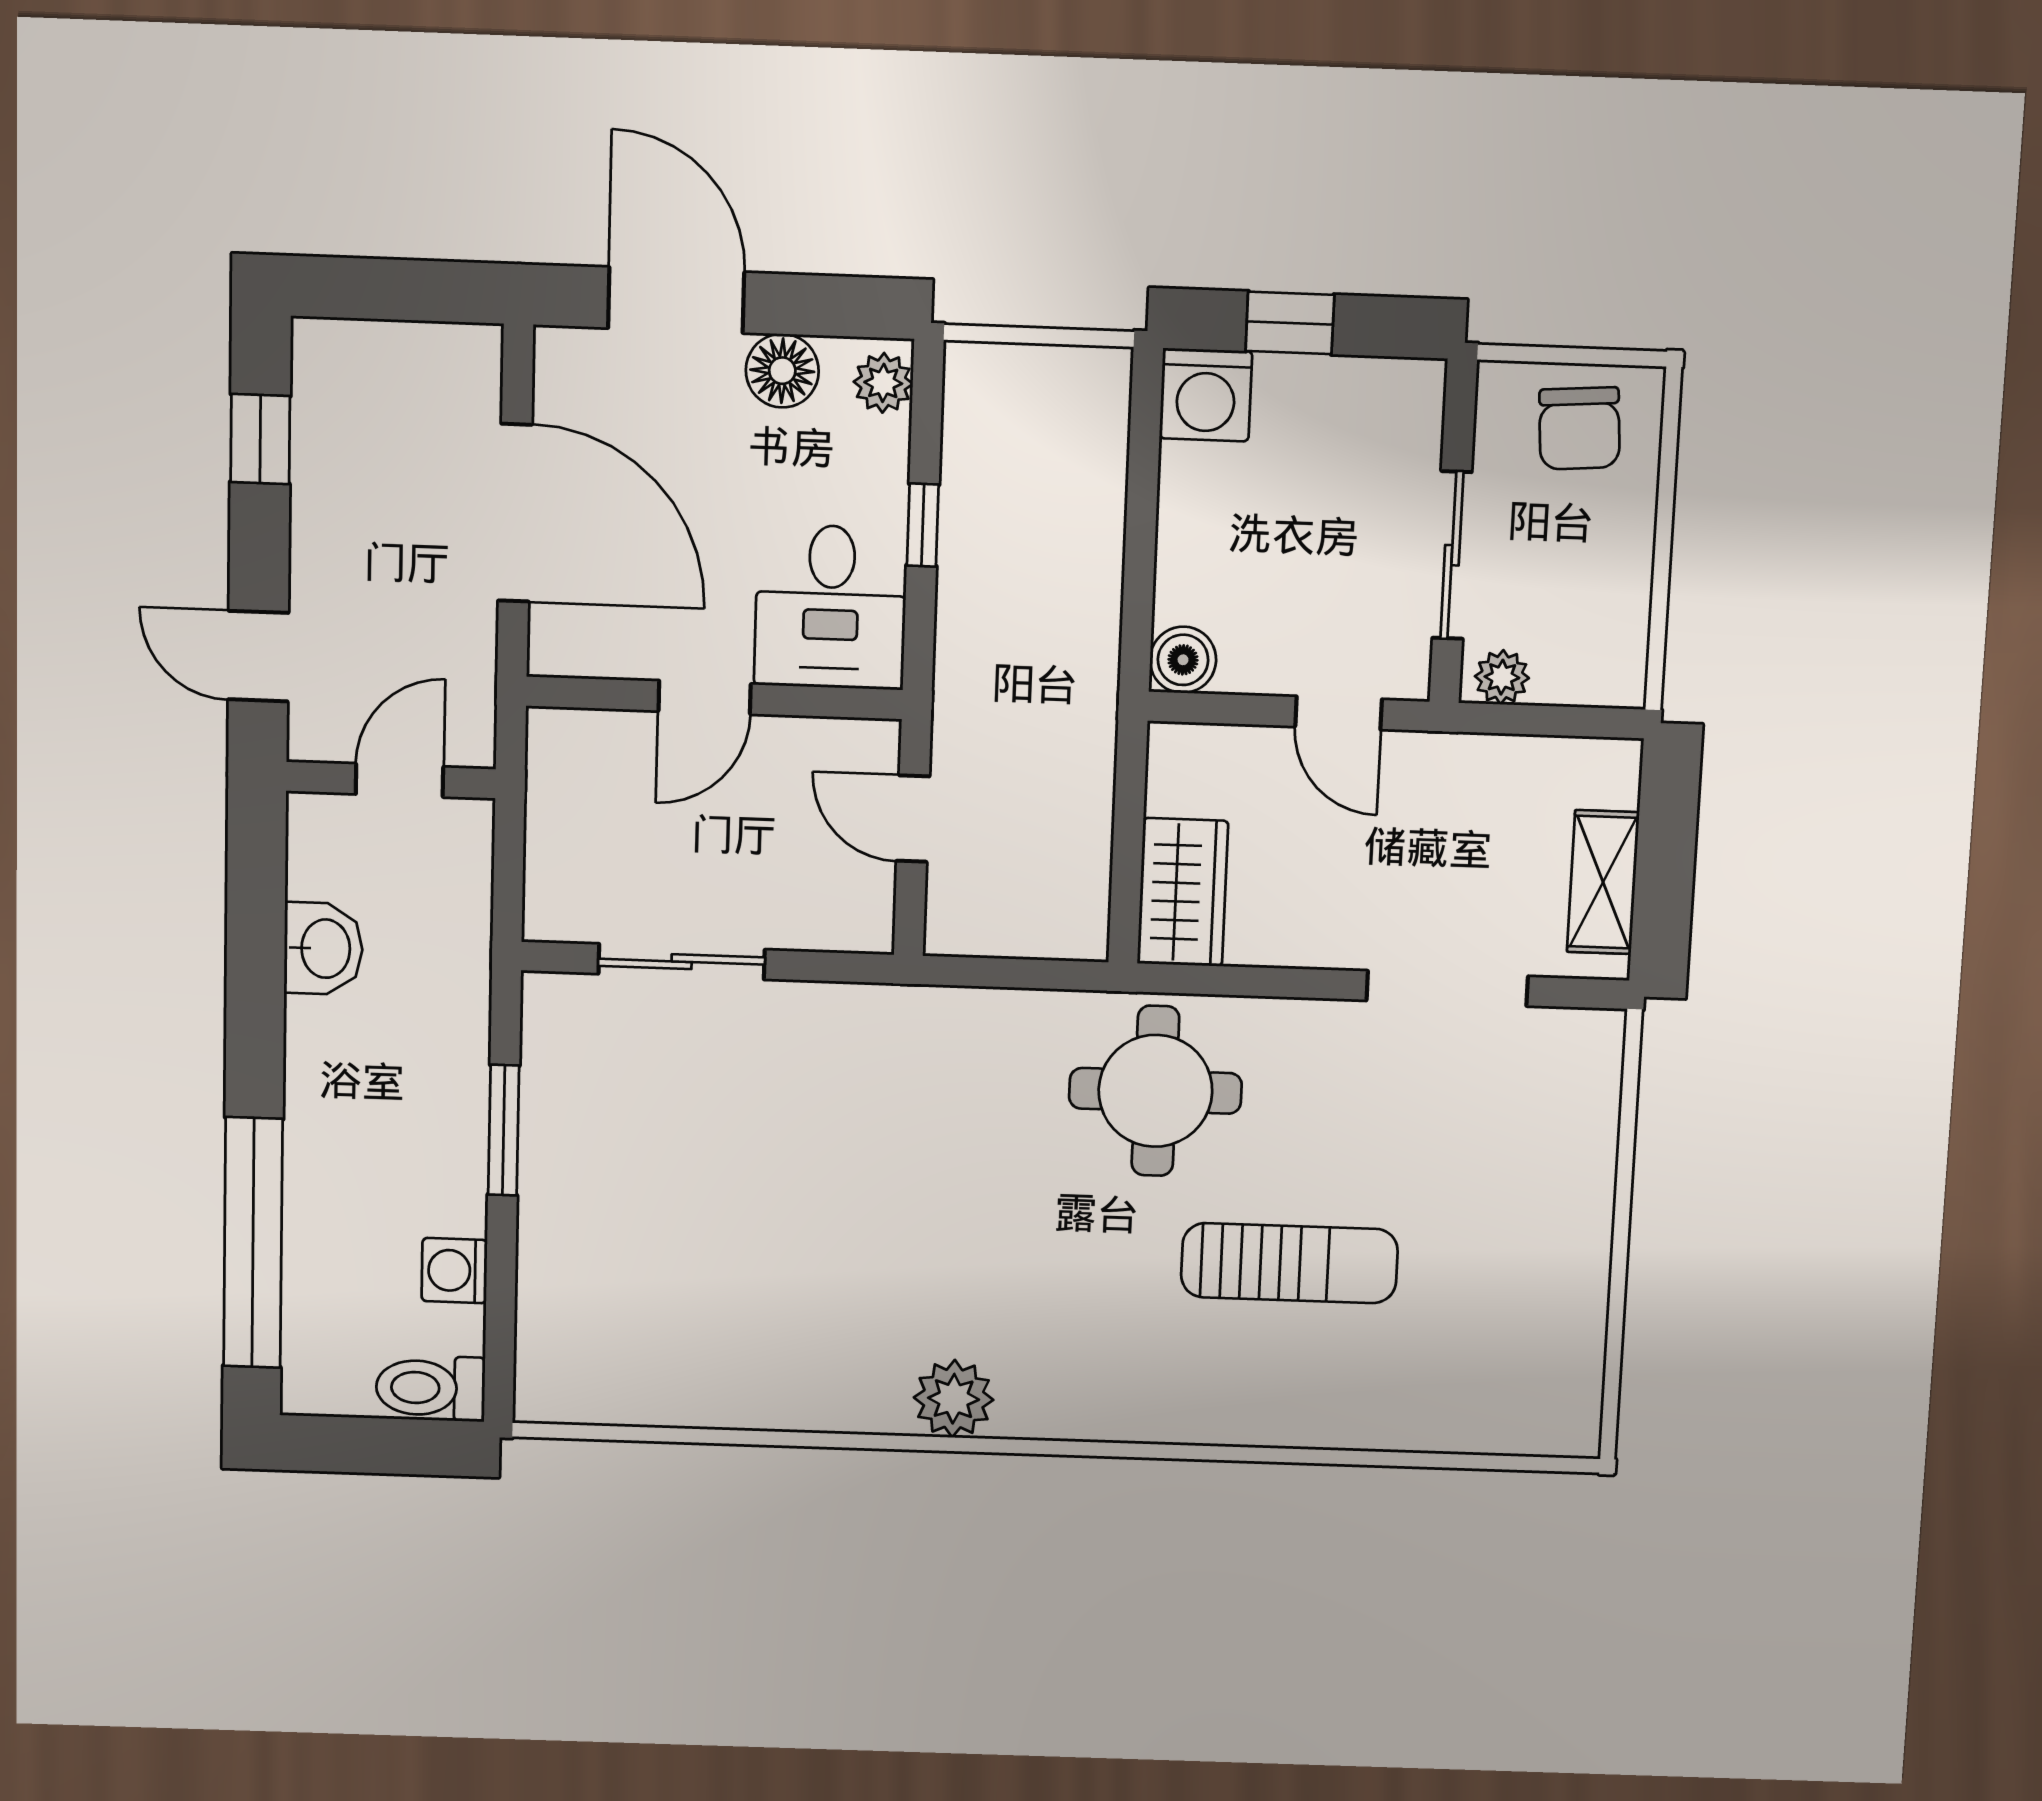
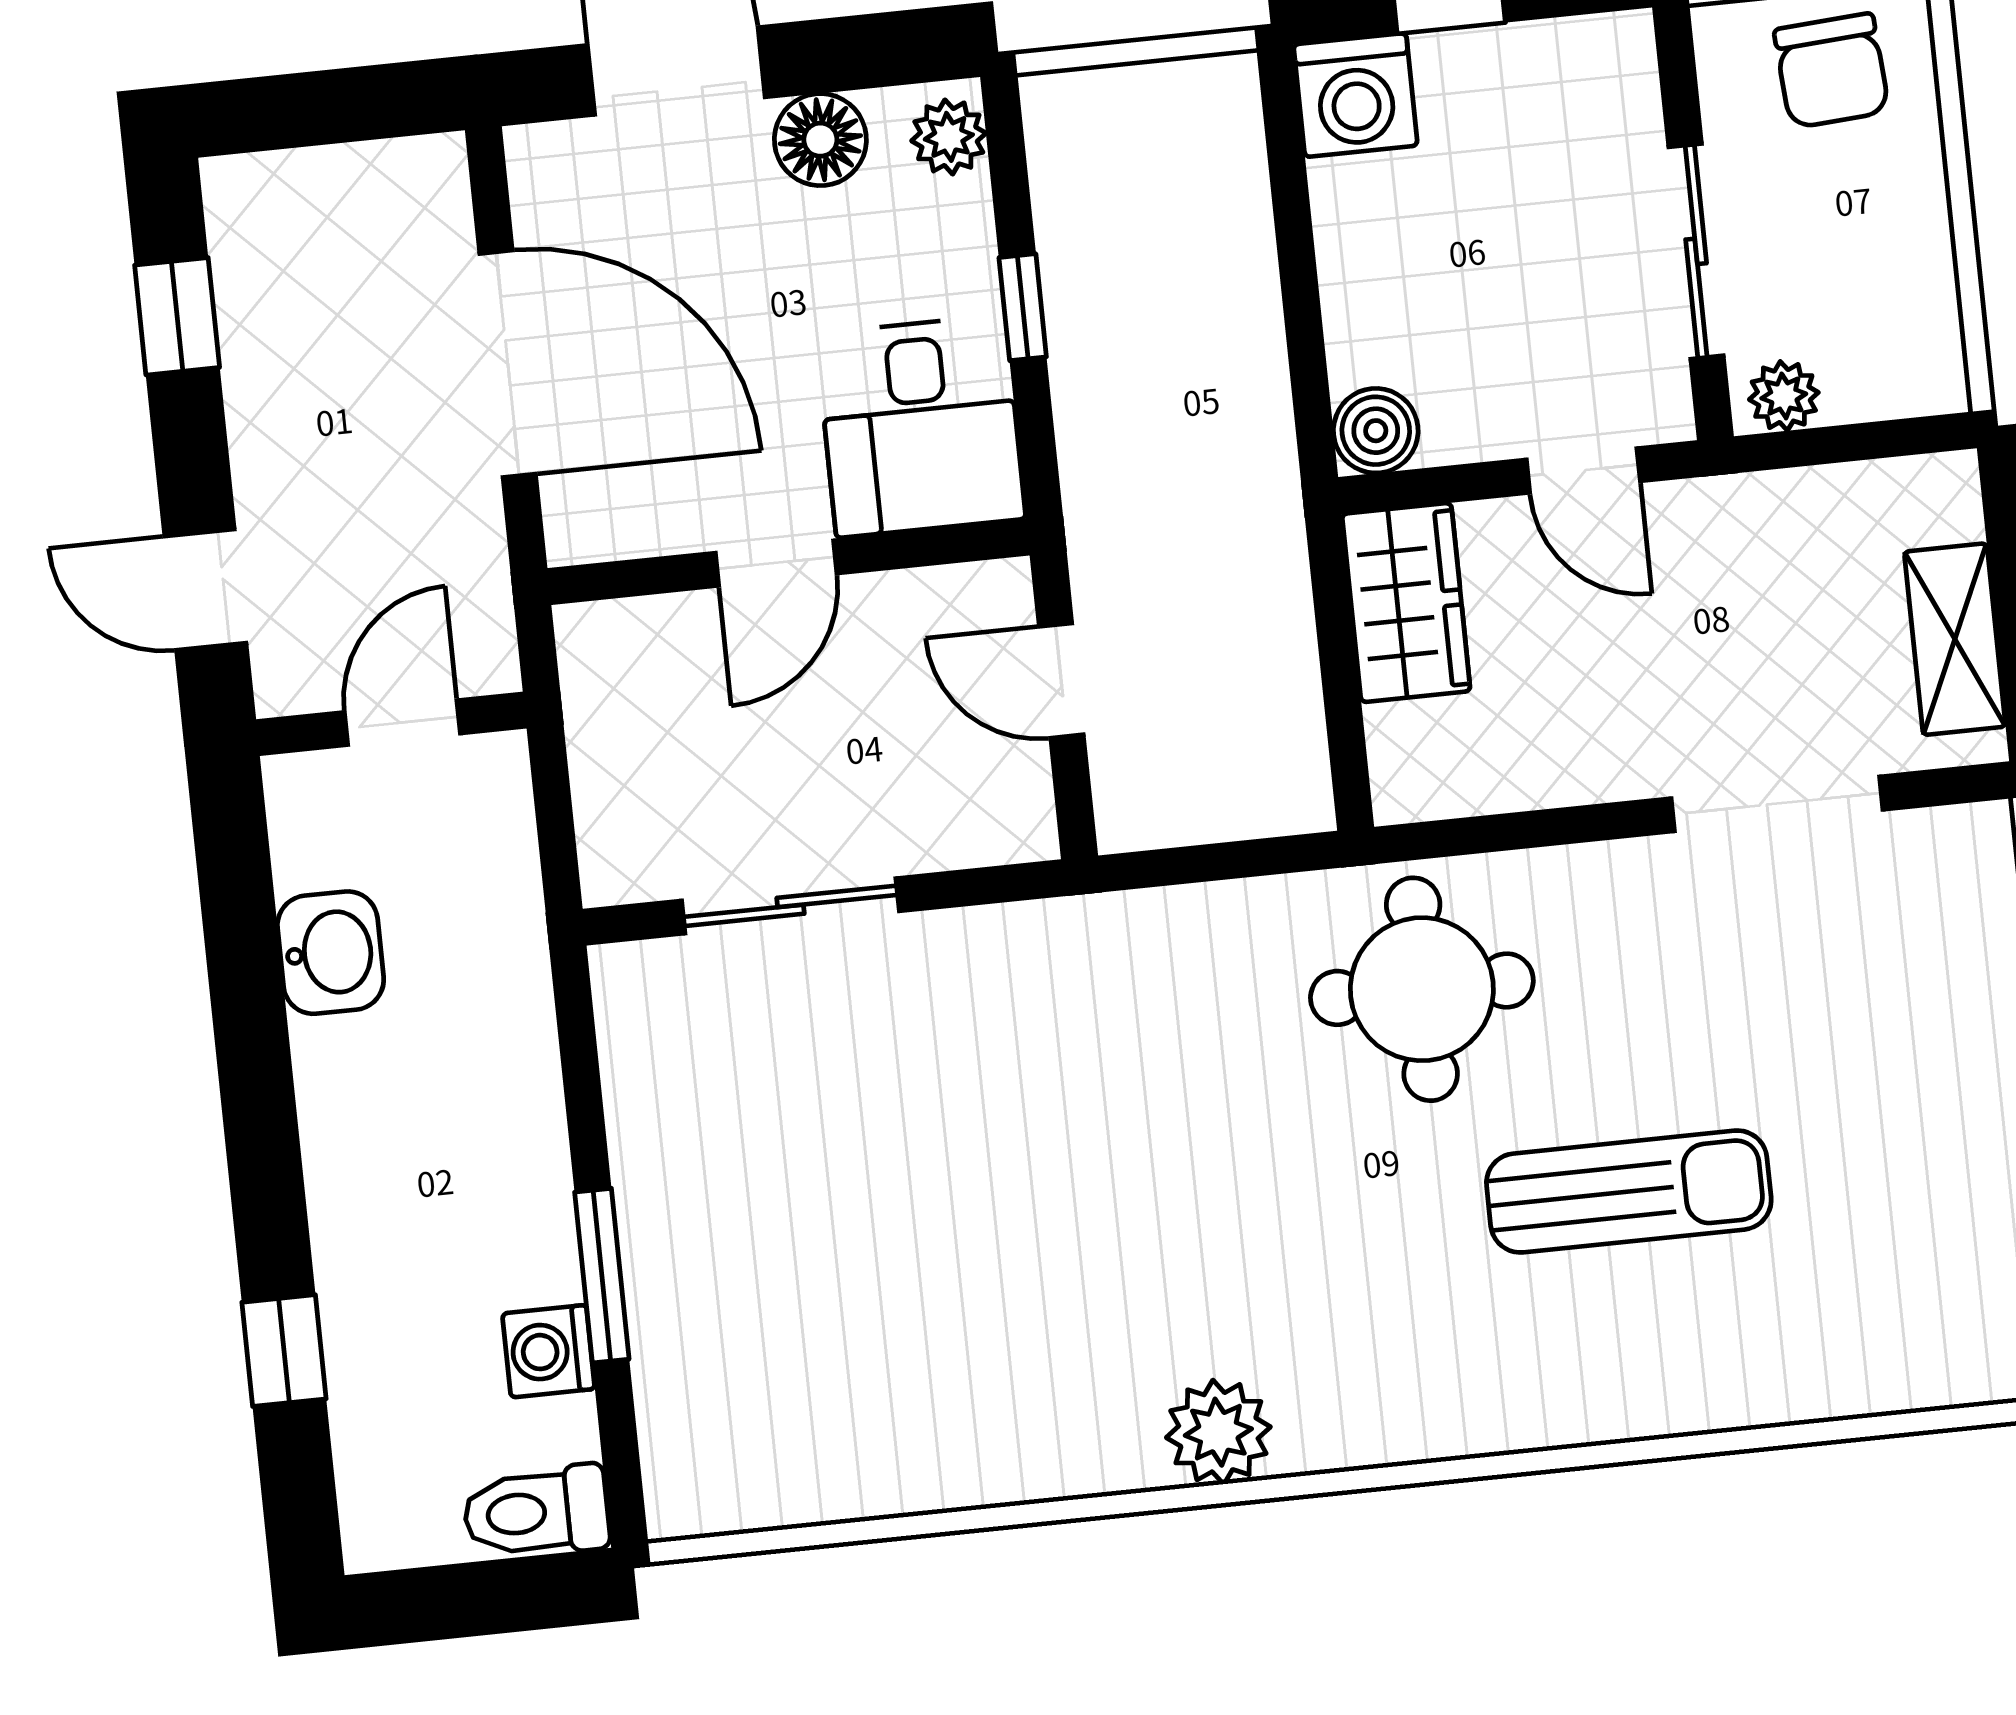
wardrobe: (1183, 892) -> (1406, 603), moved
window: (504, 1130) -> (602, 1276), moved
window: (253, 1243) -> (284, 1351), width x0.32

